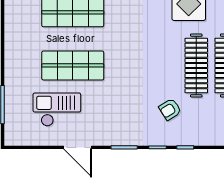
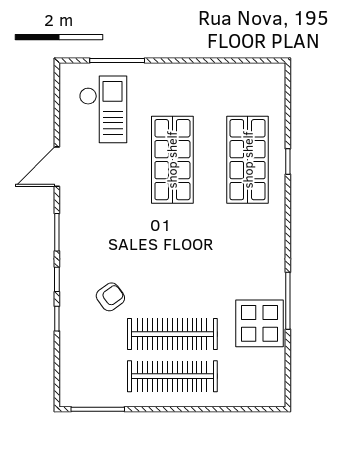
armchair: (170, 109) -> (110, 297), turned 86
checkout: (57, 110) -> (103, 109), moved

